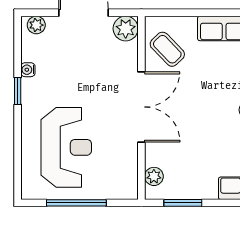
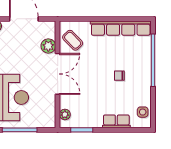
plant: (126, 29) -> (48, 46), moved

